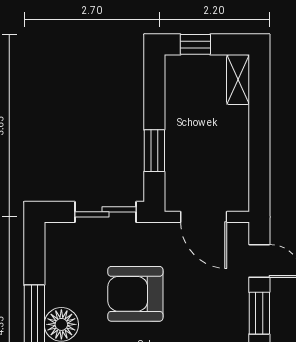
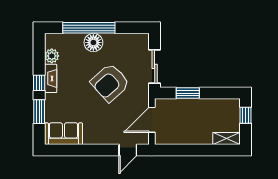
armchair: (135, 294) -> (110, 83), turned -132
window: (259, 313) -> (100, 150), removed

